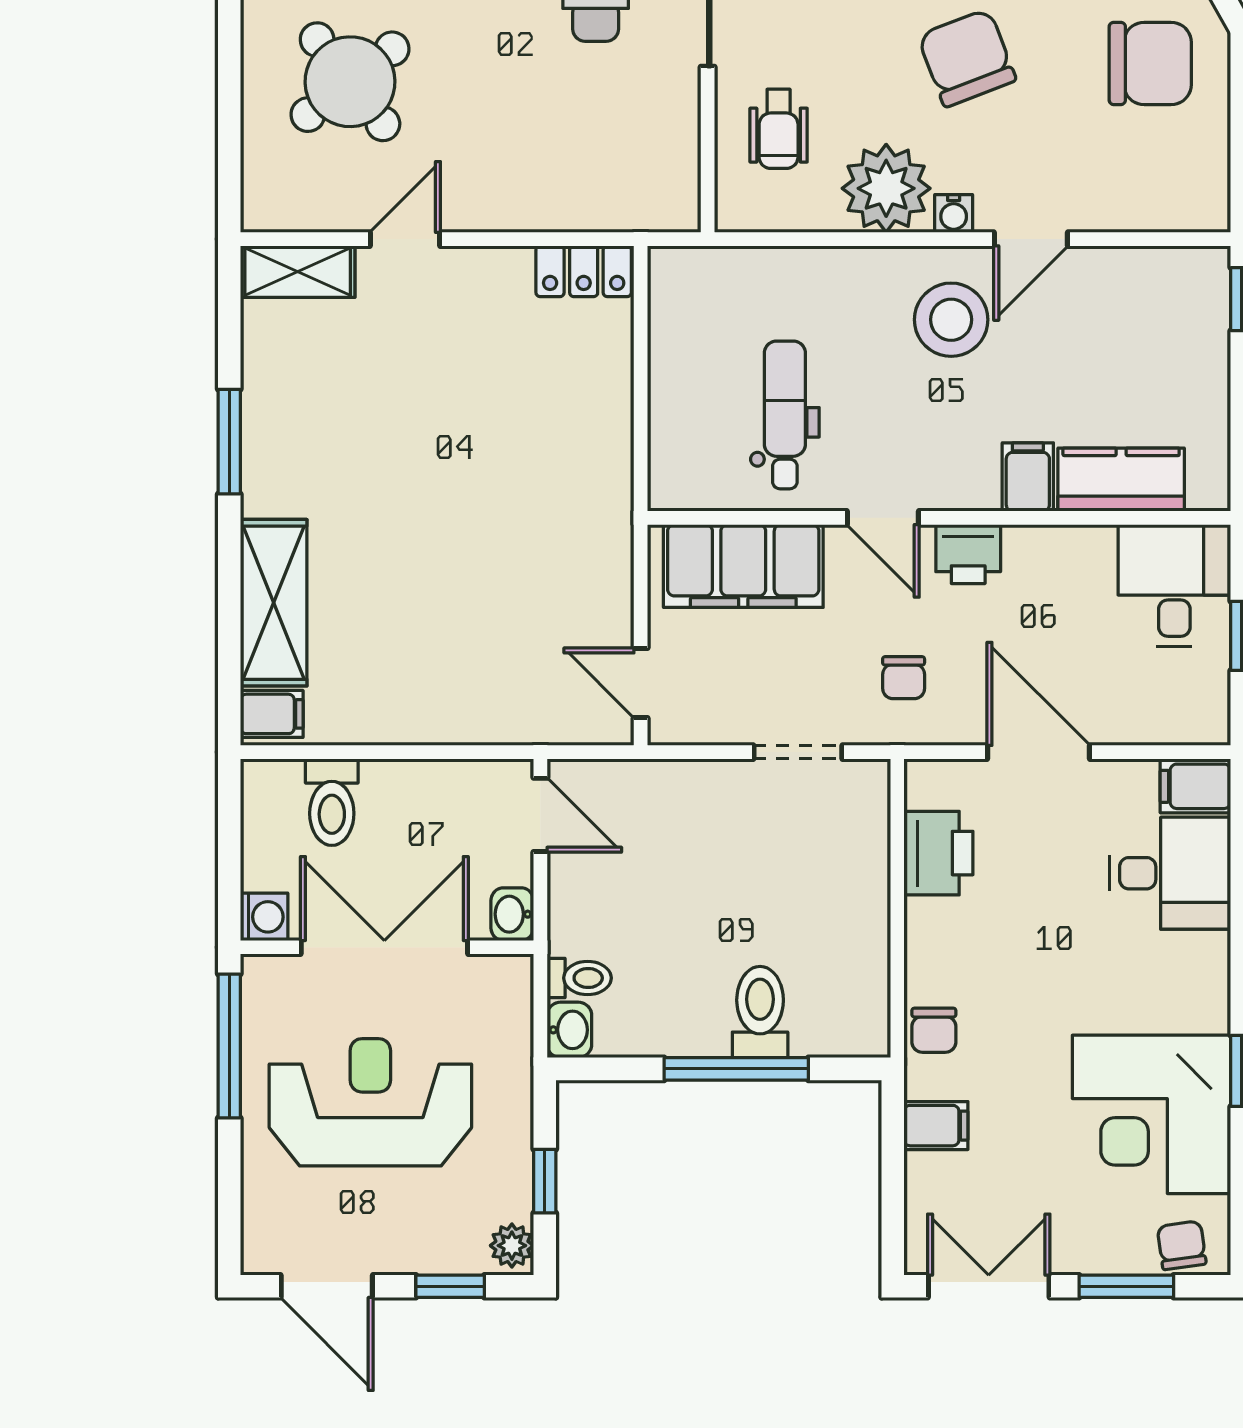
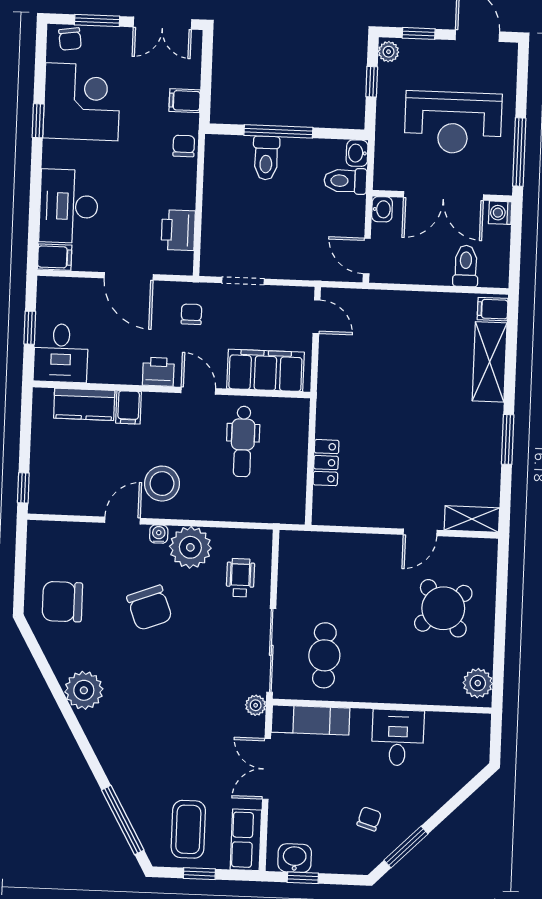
locker: (584, 271) -> (326, 463), moved, turned 90
desk: (1170, 873) -> (69, 206), width x1.37
toilet: (579, 978) -> (345, 181), width x1.37, depth x1.39

